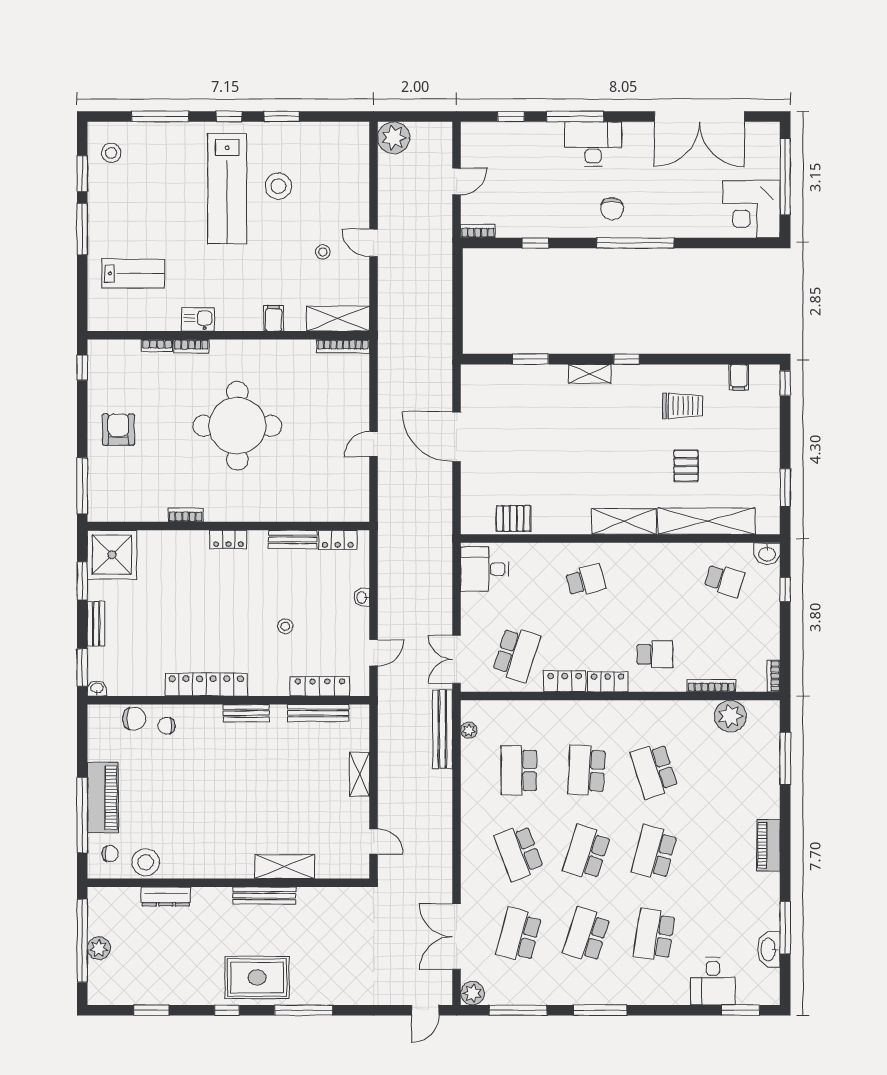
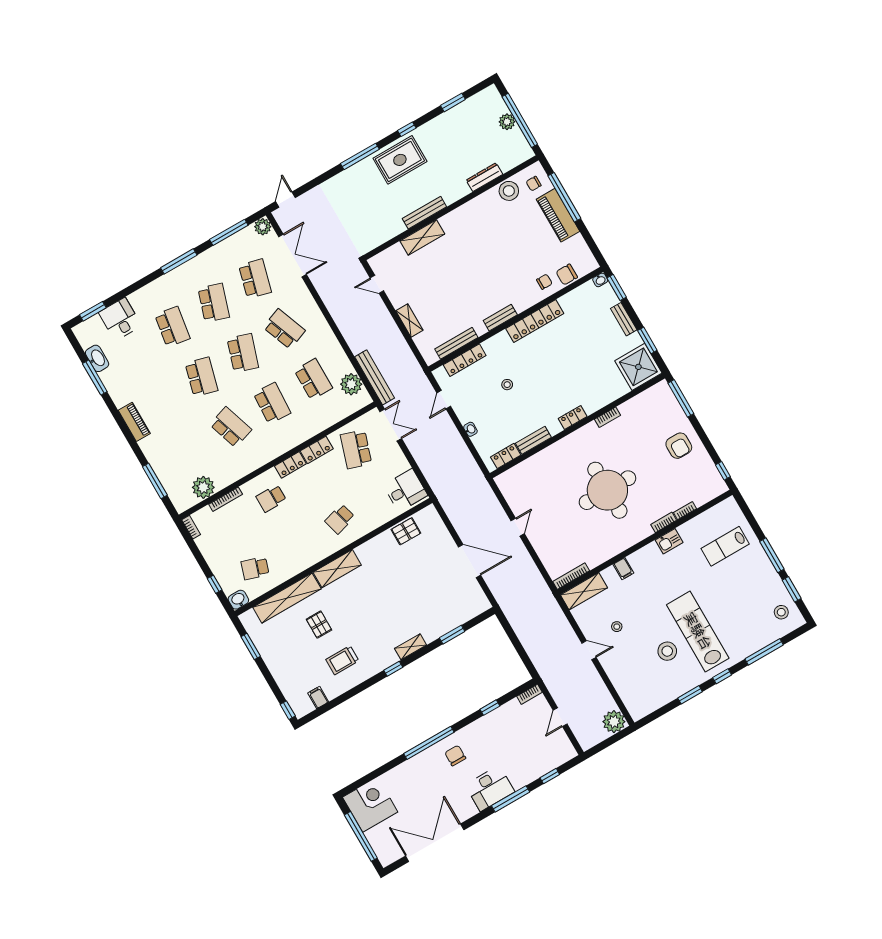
plant: (469, 730) -> (351, 384), width x1.88, depth x1.88

